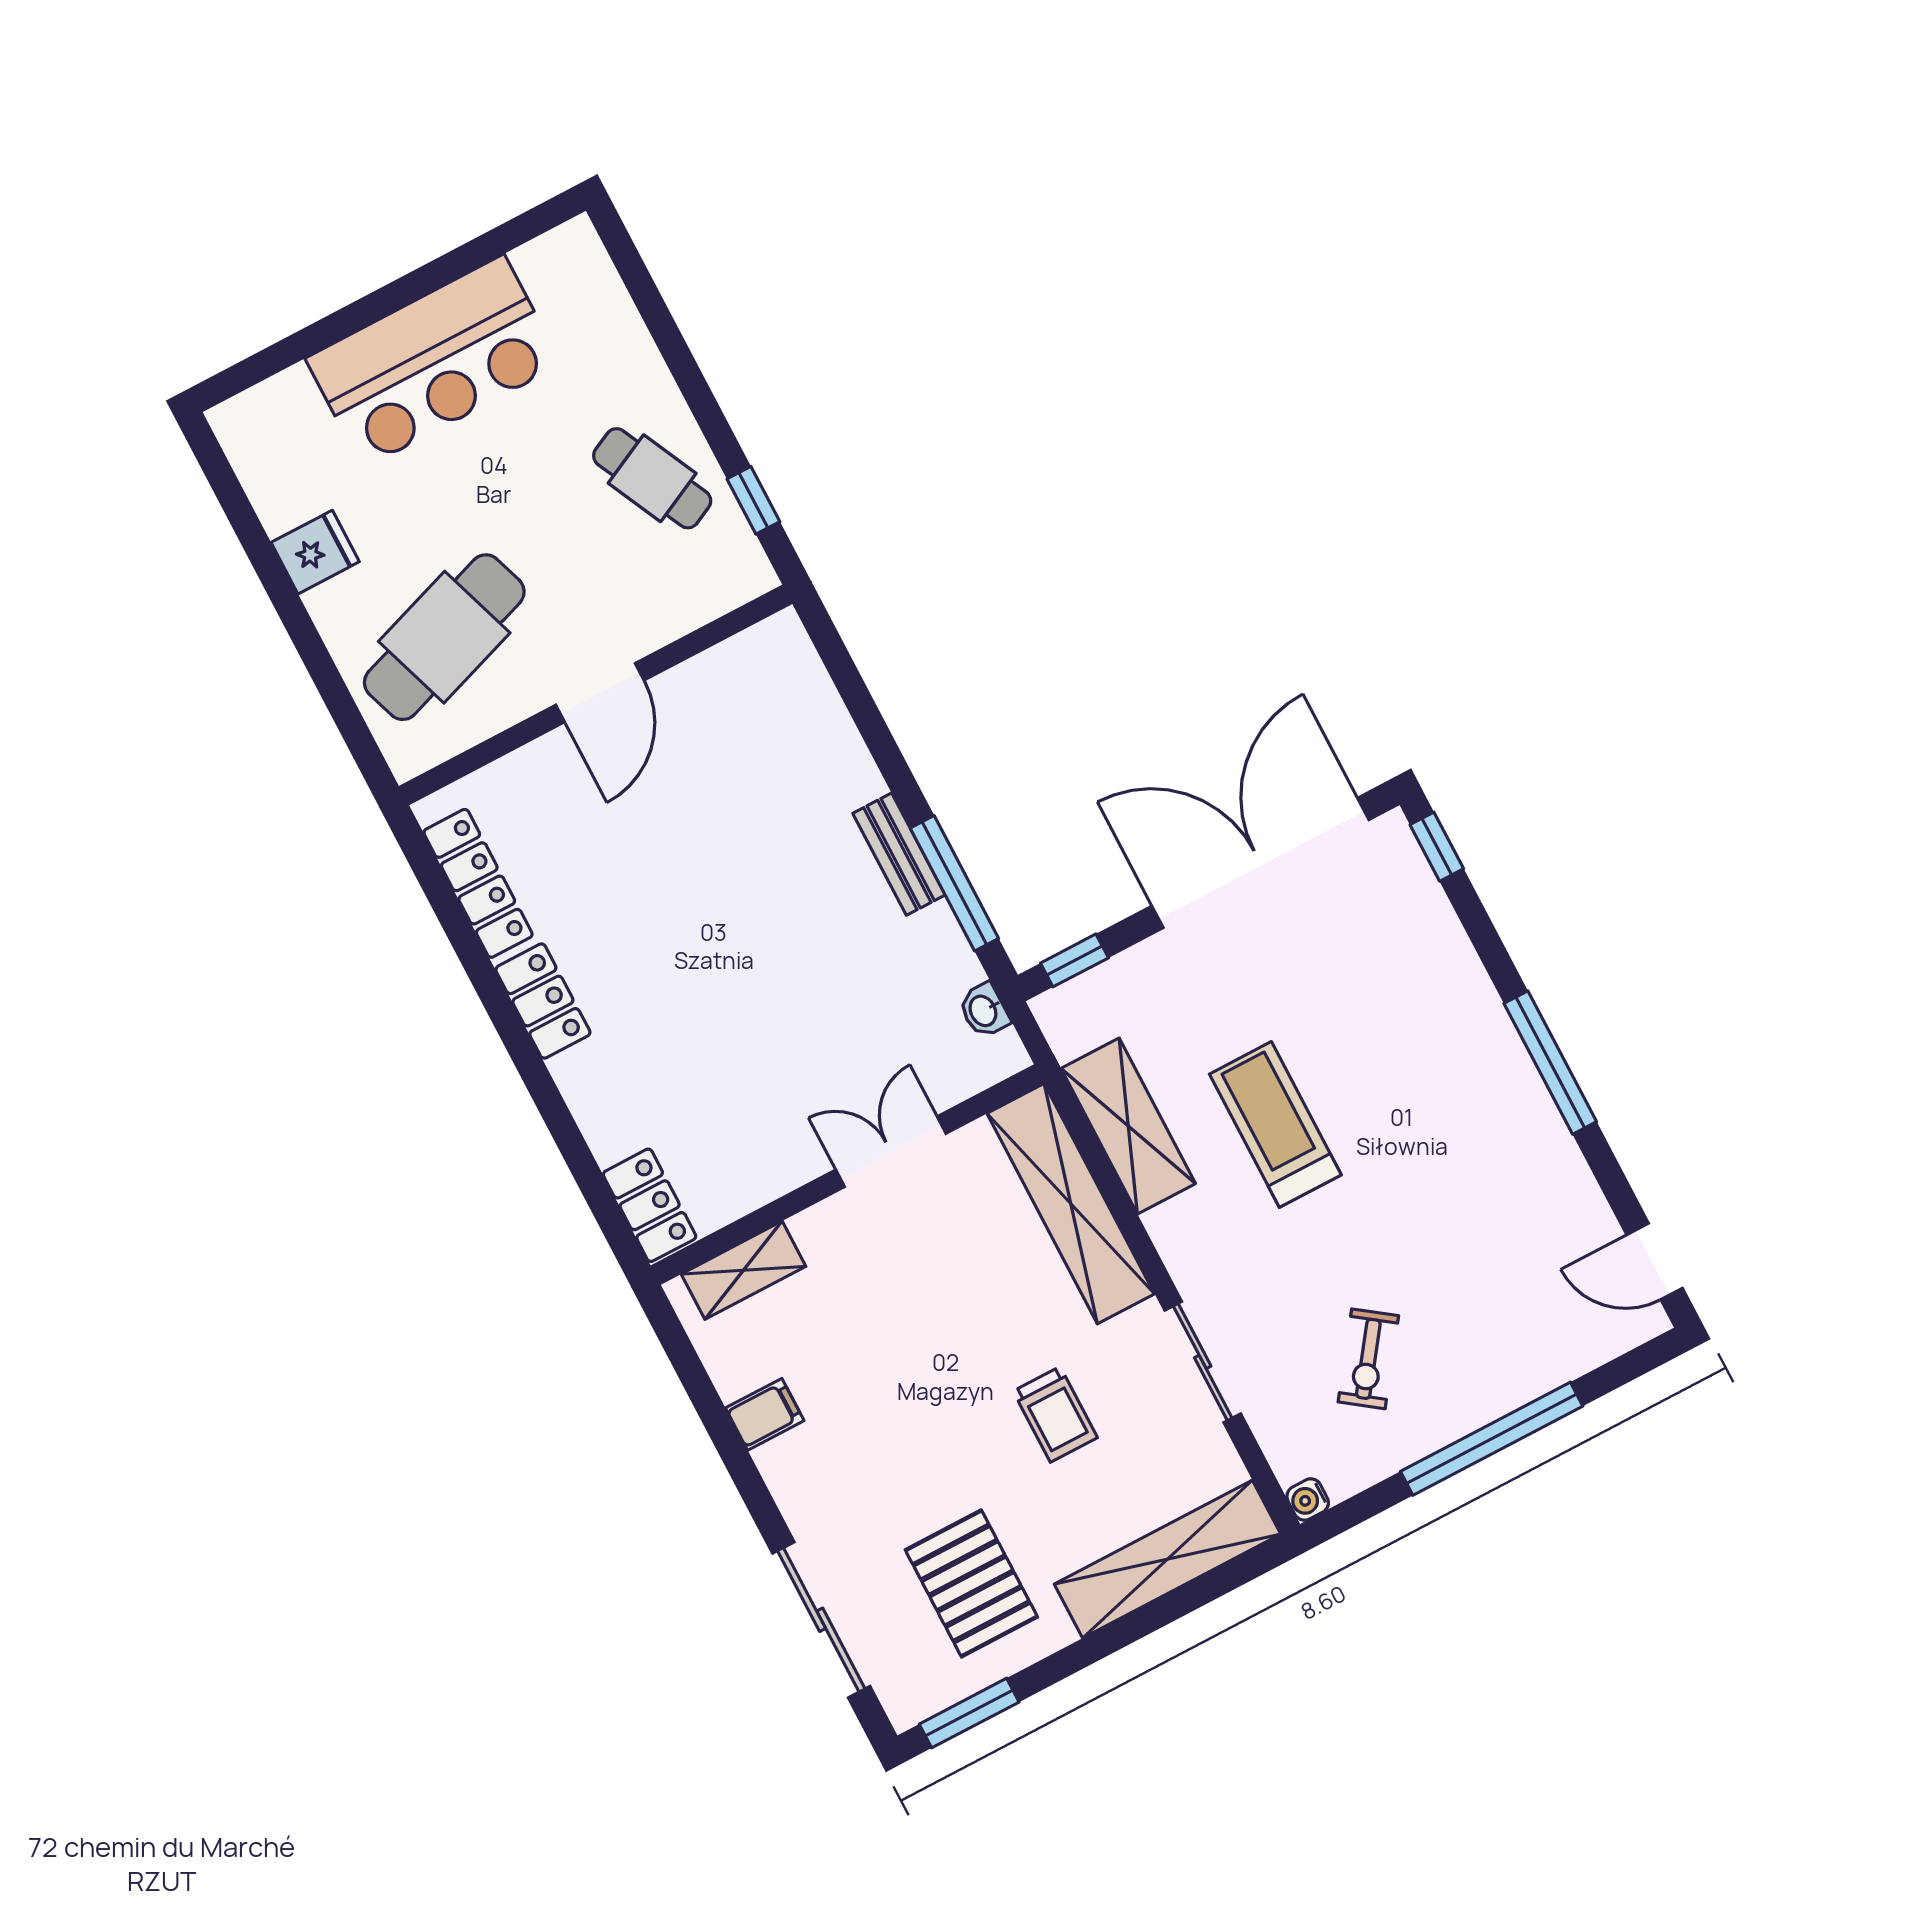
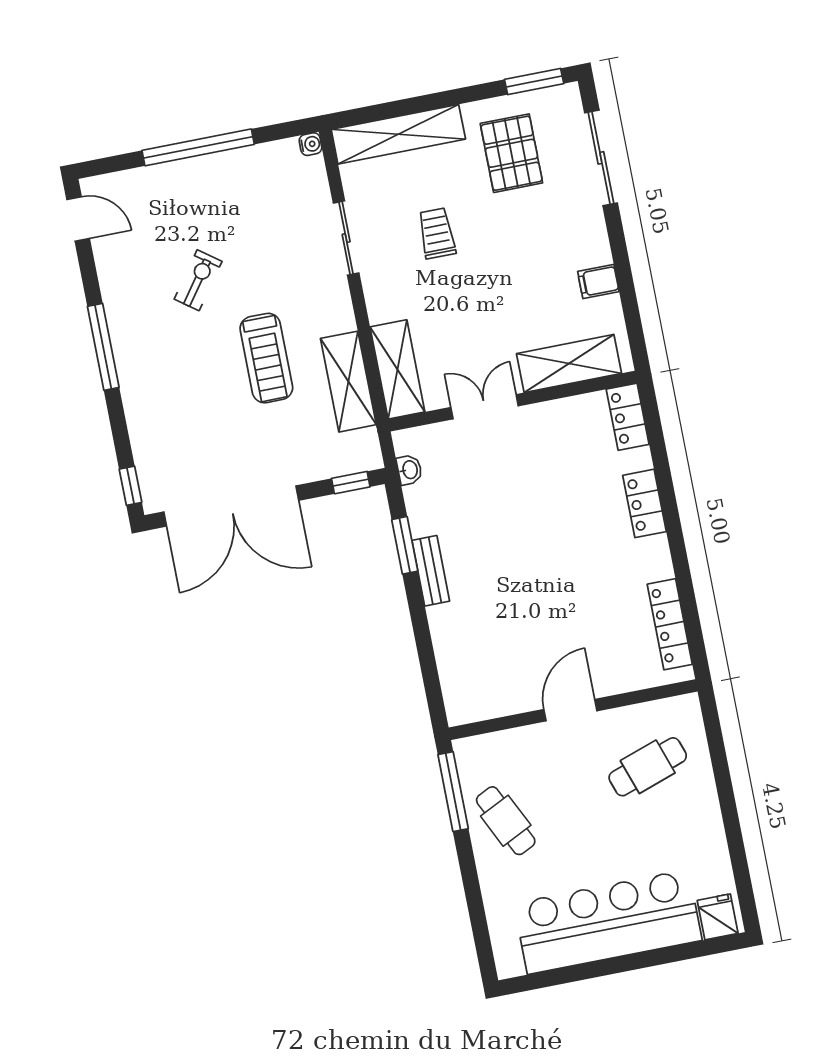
bar counter: (433, 361) -> (608, 922), width x1.36
window: (753, 500) -> (453, 792), width x2.17
fridge: (315, 552) -> (718, 917), moved, turned 90
cafe table: (444, 637) -> (648, 767), width x0.73, depth x0.74
window: (954, 883) -> (405, 545), width x0.69
locker: (543, 1001) -> (644, 503), moved
double door: (891, 1152) -> (485, 407), swing flipped
shelving: (1071, 1204) -> (397, 369), width x0.68
shelving: (744, 1270) -> (569, 363), width x1.50, depth x1.33
exercise bike: (1368, 1359) -> (198, 280), moved

